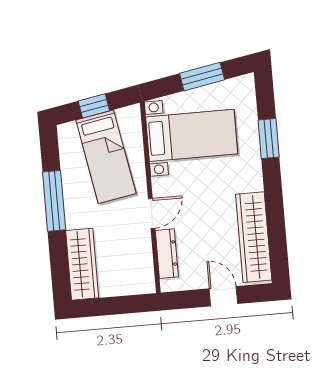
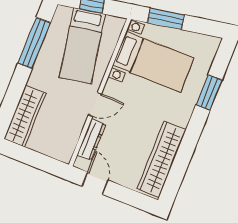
window: (202, 77) -> (166, 19), moved
window: (54, 201) -> (34, 43), moved
door: (223, 296) -> (95, 183), moved

